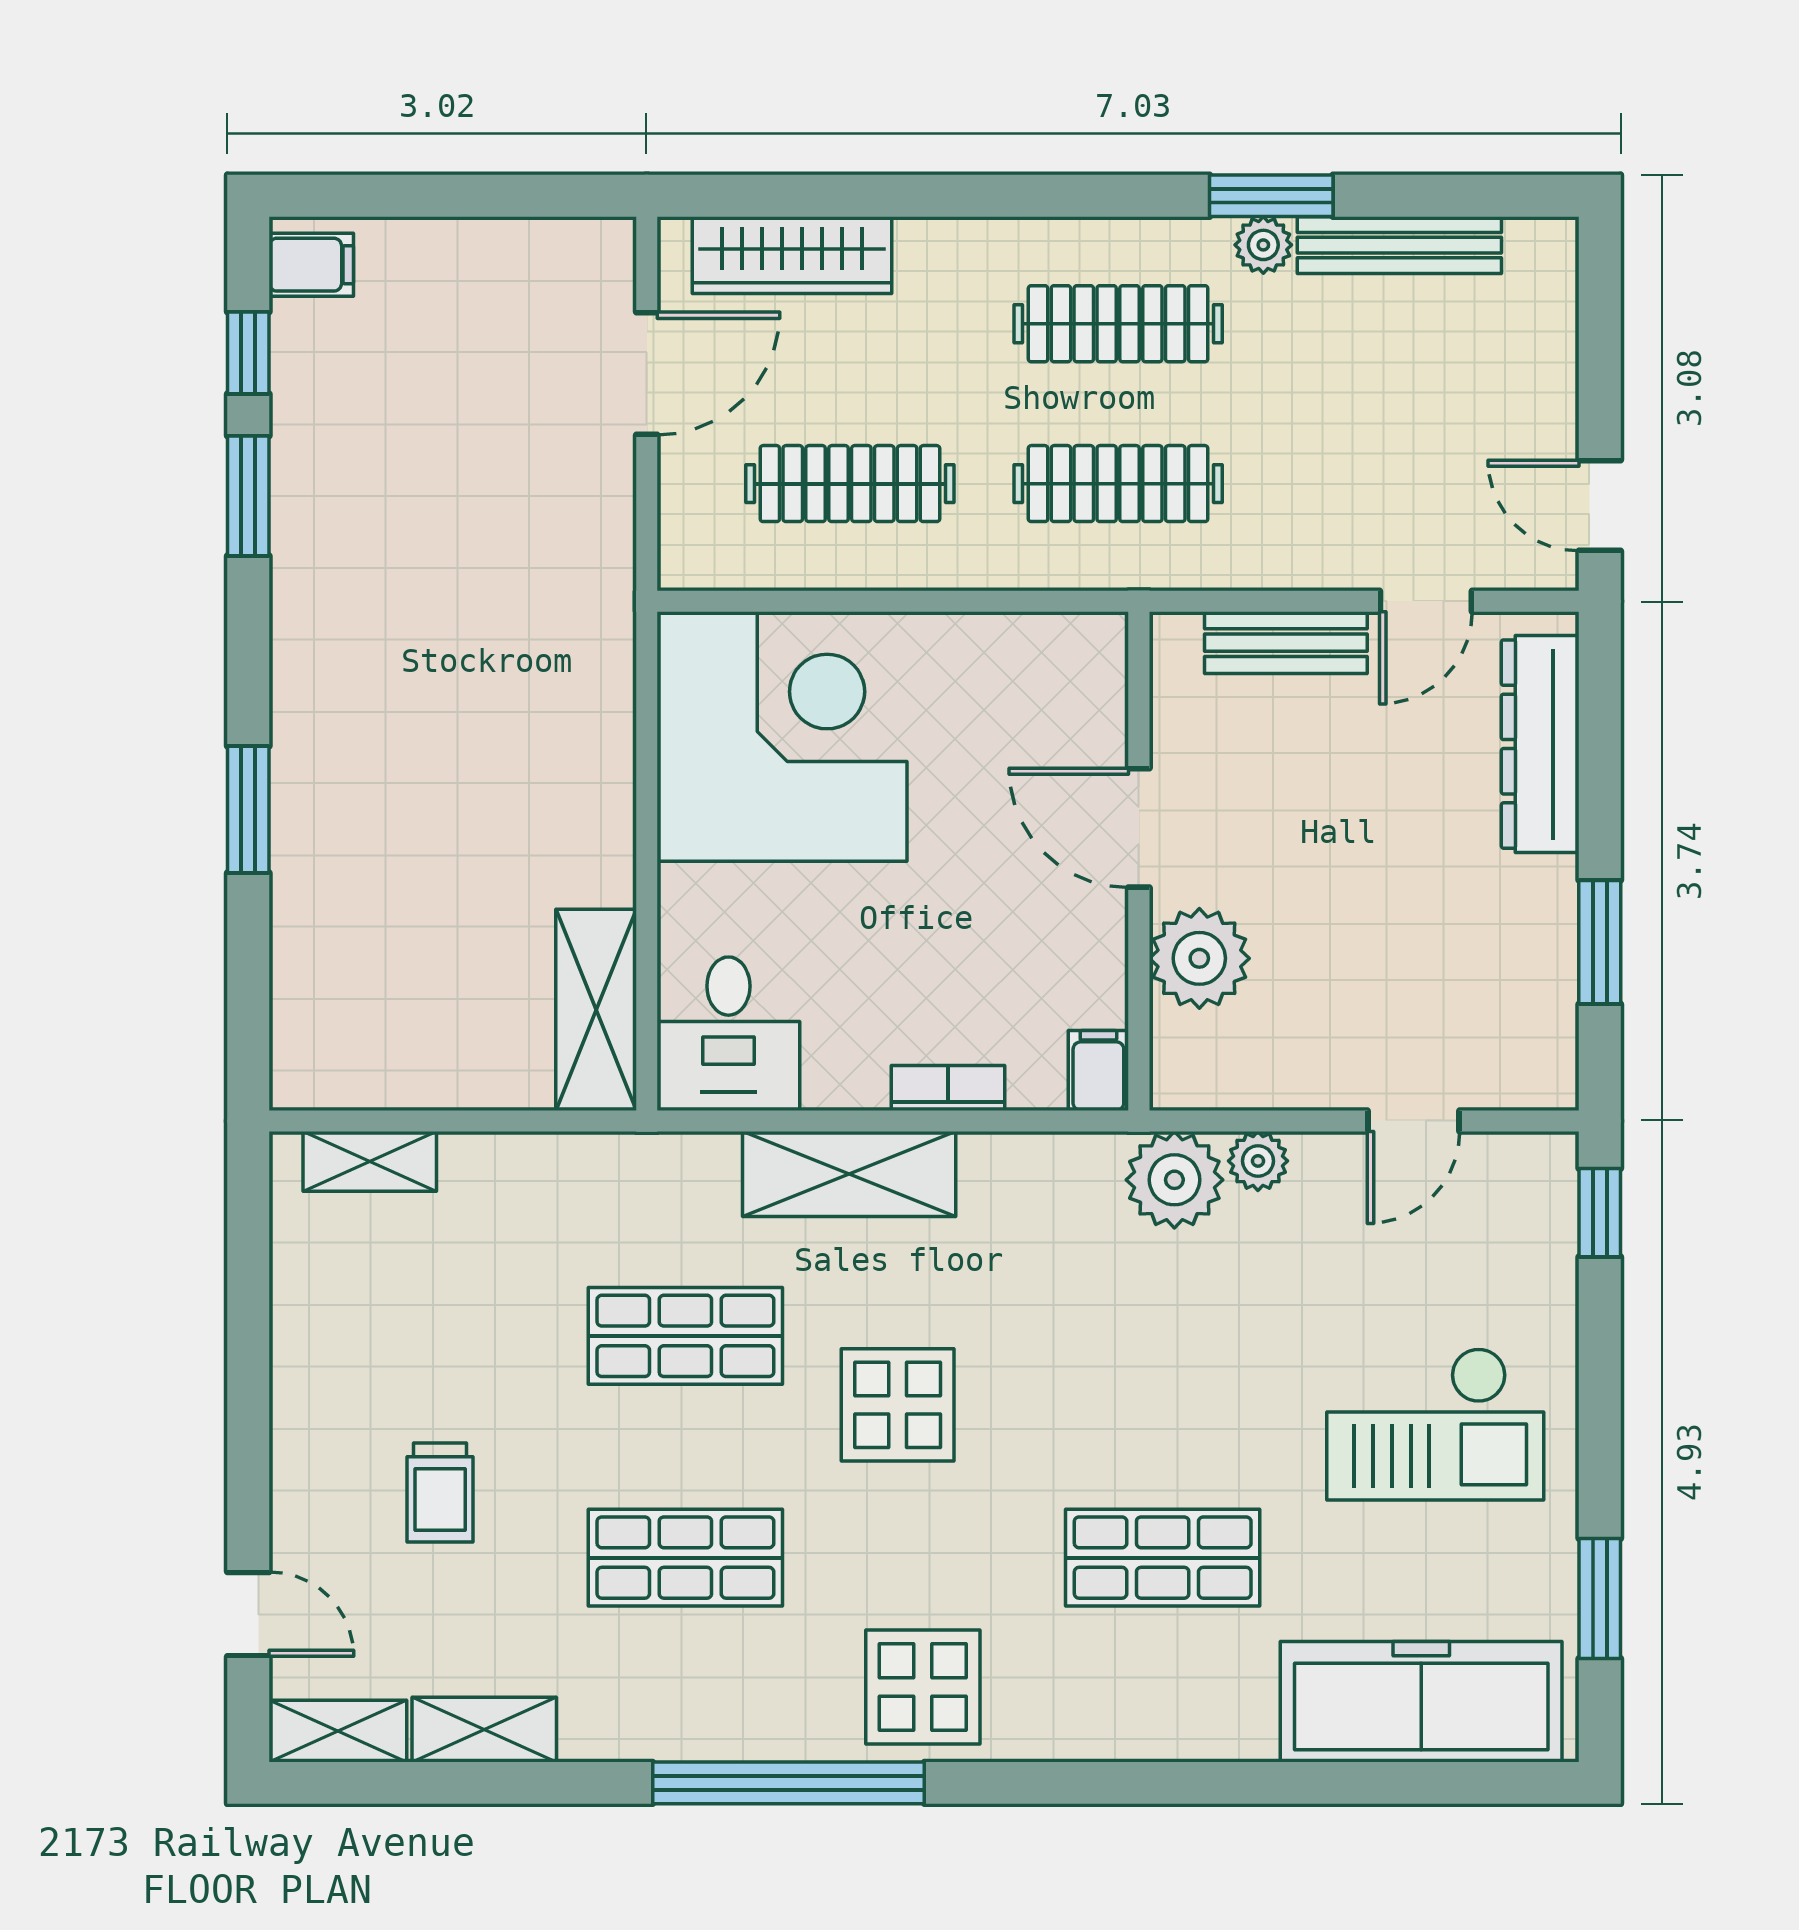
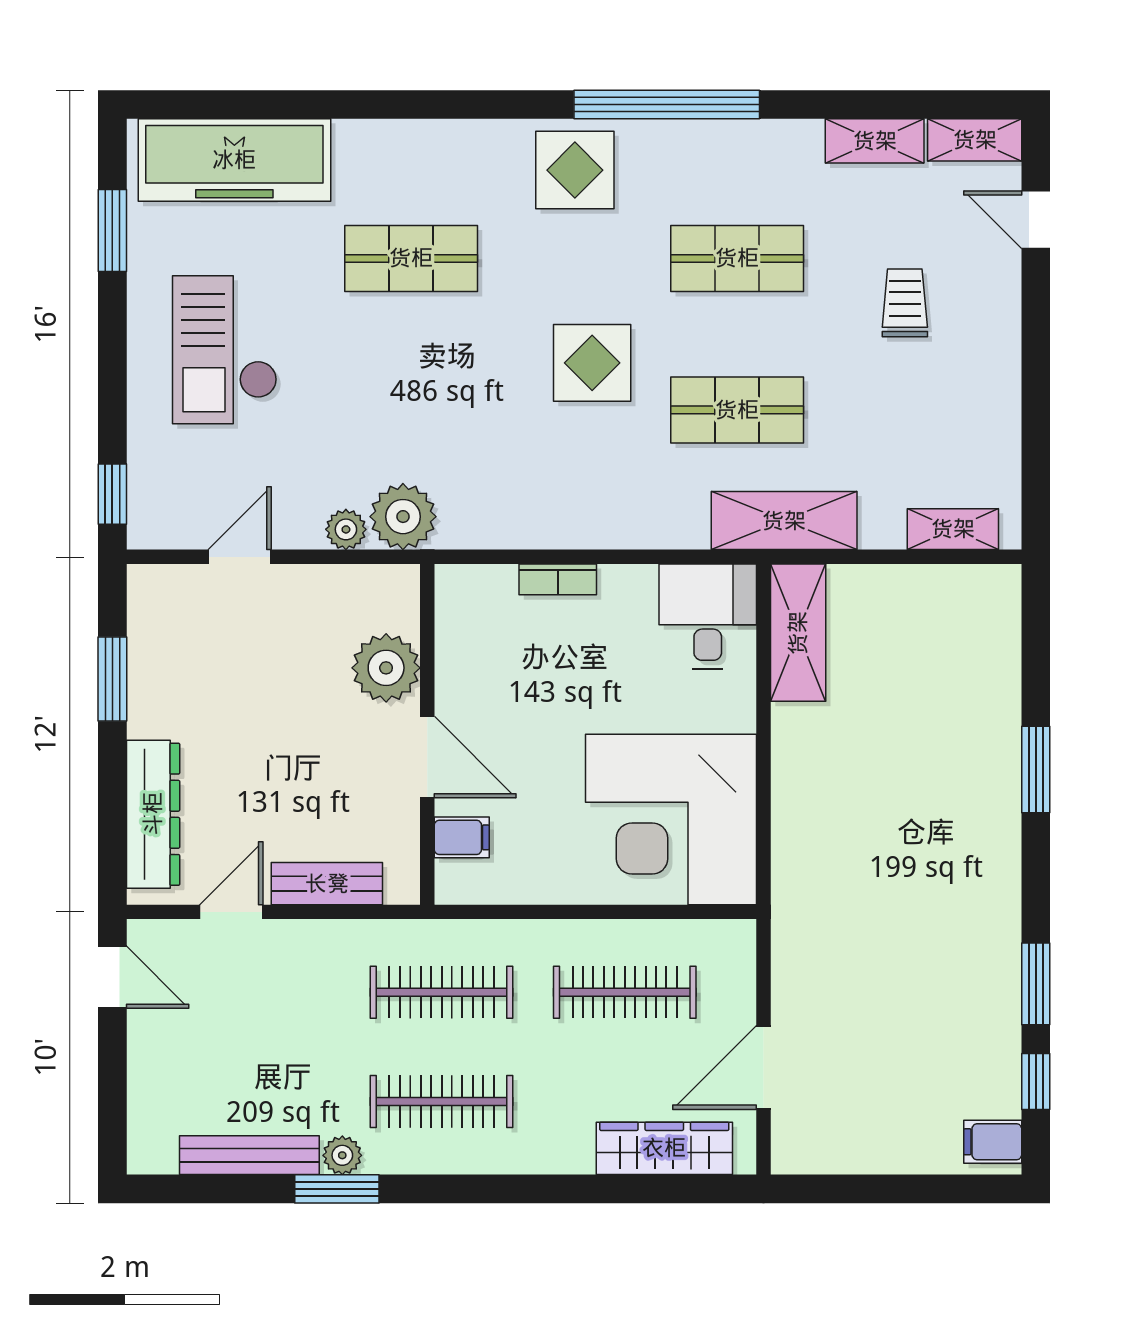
filing cabinet: (1098, 1071) -> (462, 837), moved, turned -90
shelving: (849, 1174) -> (784, 521), moved
checkout: (1435, 1424) -> (225, 350), turned -90

